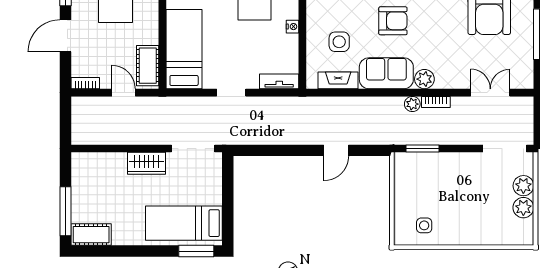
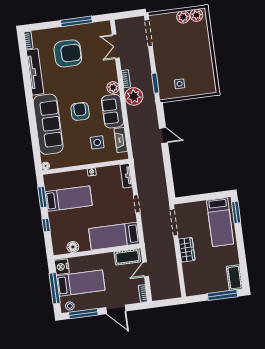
plant: (412, 104) -> (134, 96), width x1.88, depth x1.88
plant: (523, 186) -> (196, 15), moved
side table: (424, 225) -> (180, 84), moved

